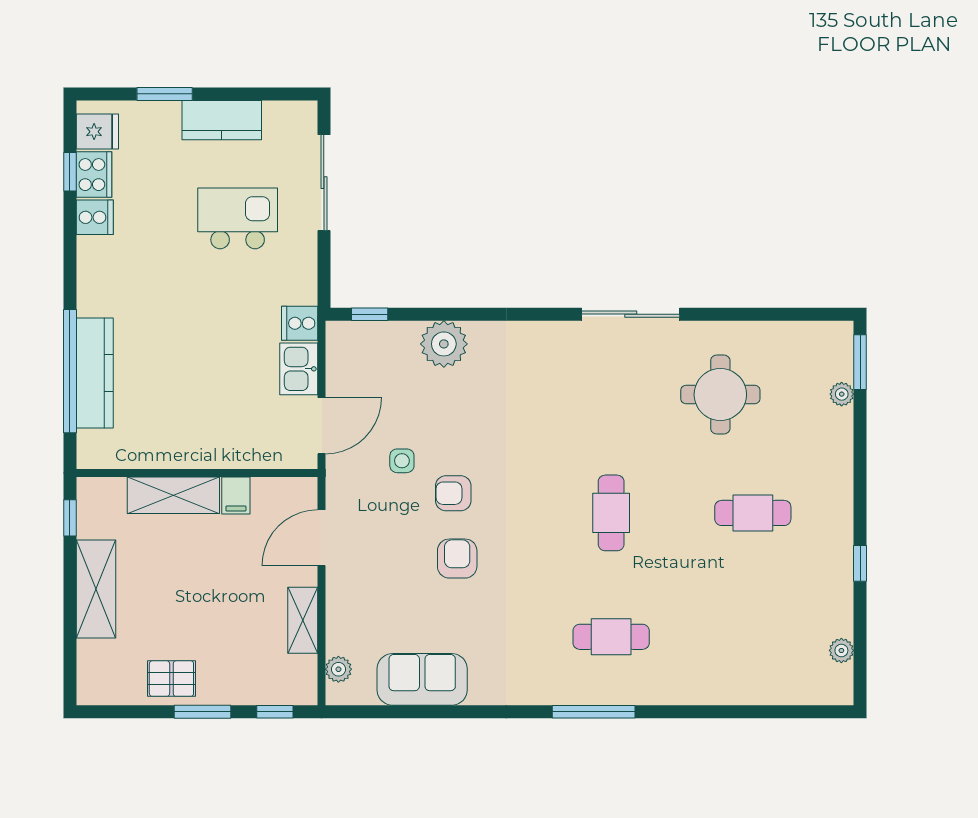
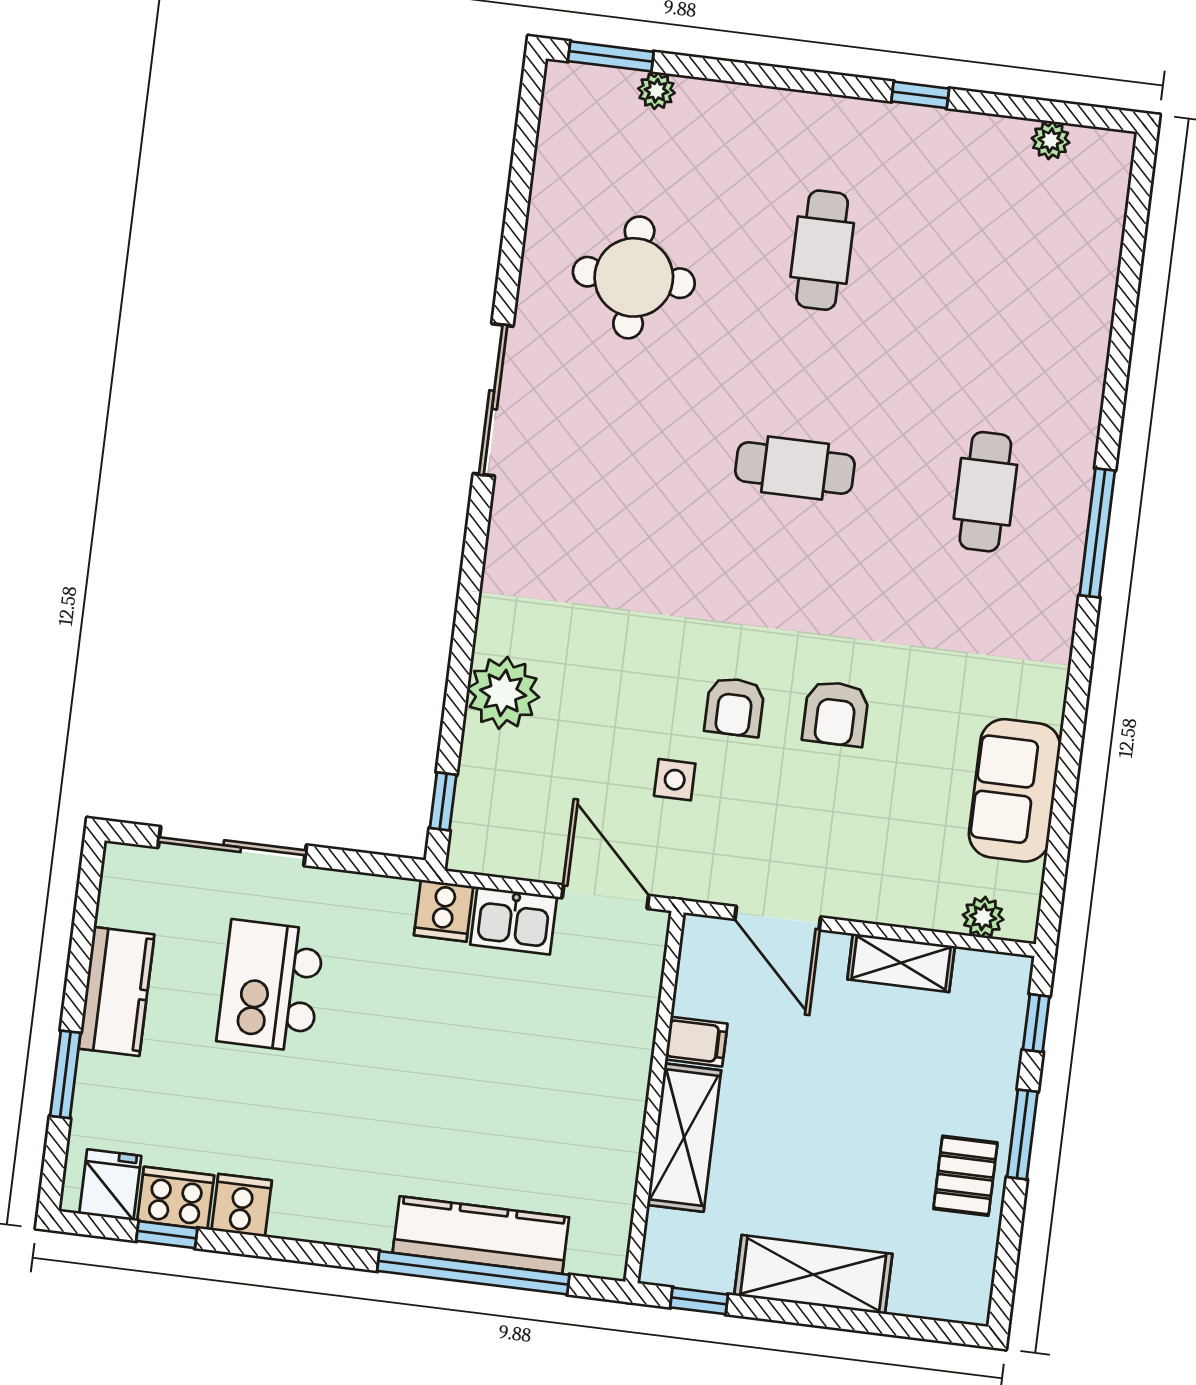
armchair: (457, 559) -> (836, 713), turned -90

